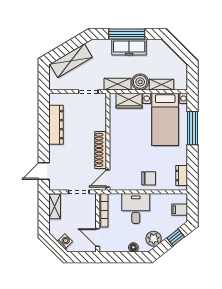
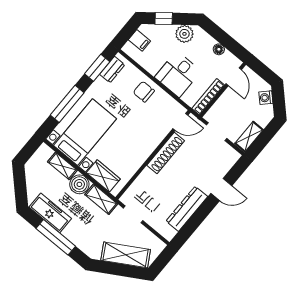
freezer: (129, 47) -> (50, 213), moved
window: (192, 168) -> (97, 68), added
door: (44, 171) -> (221, 189), moved
floor lamp: (133, 247) -> (219, 49), moved

